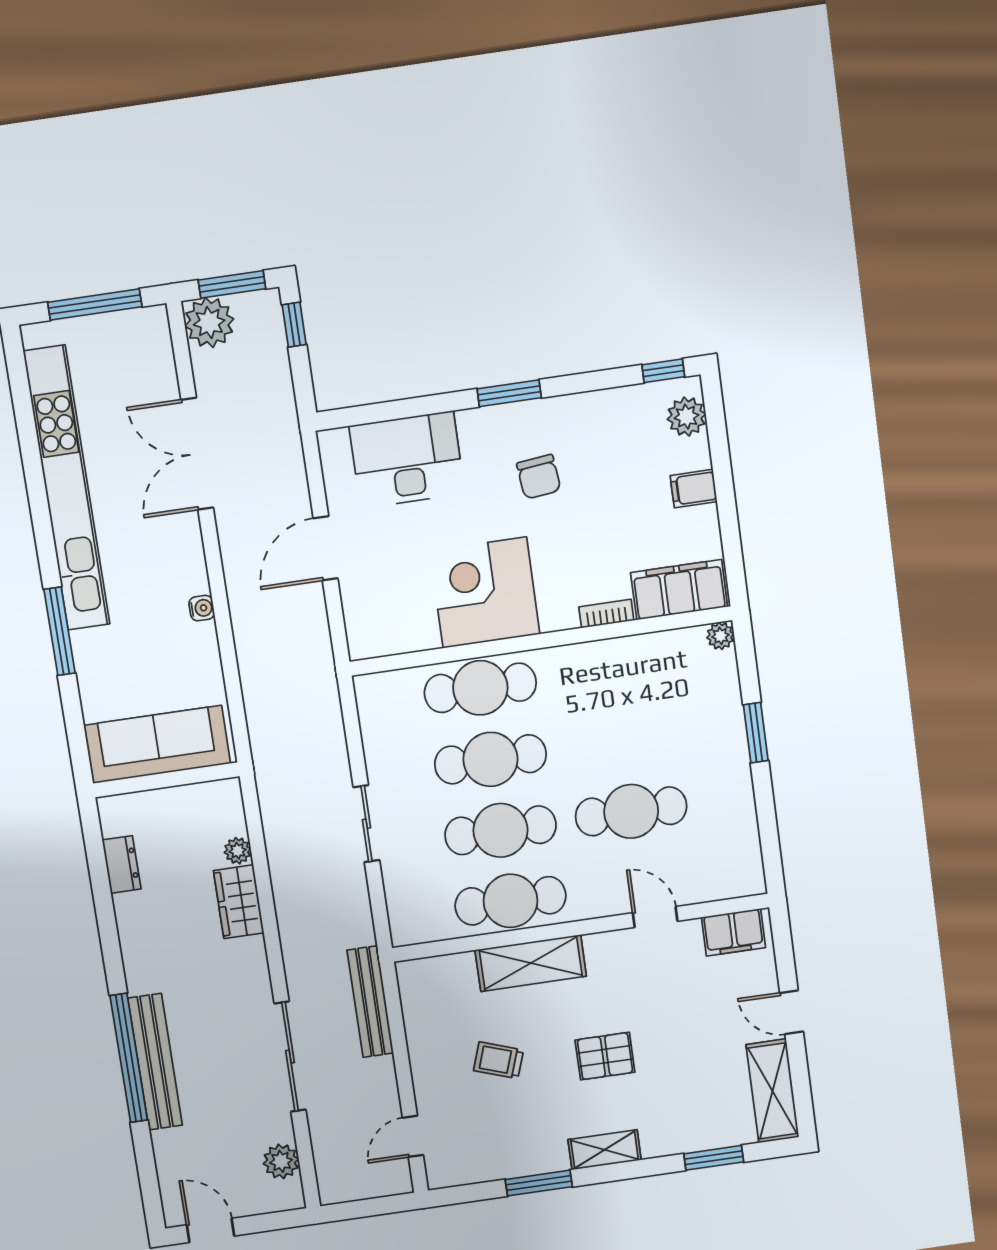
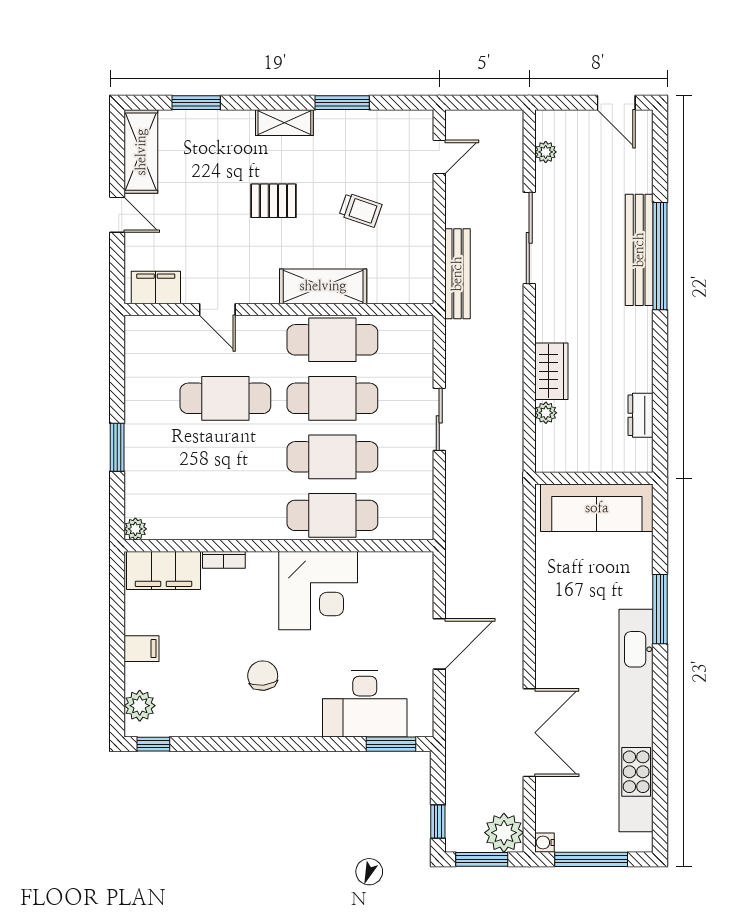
window: (509, 393) -> (391, 744), moved
water cooler: (202, 608) -> (544, 842), moved
plant: (281, 1161) -> (546, 152), width x0.73, depth x0.73

